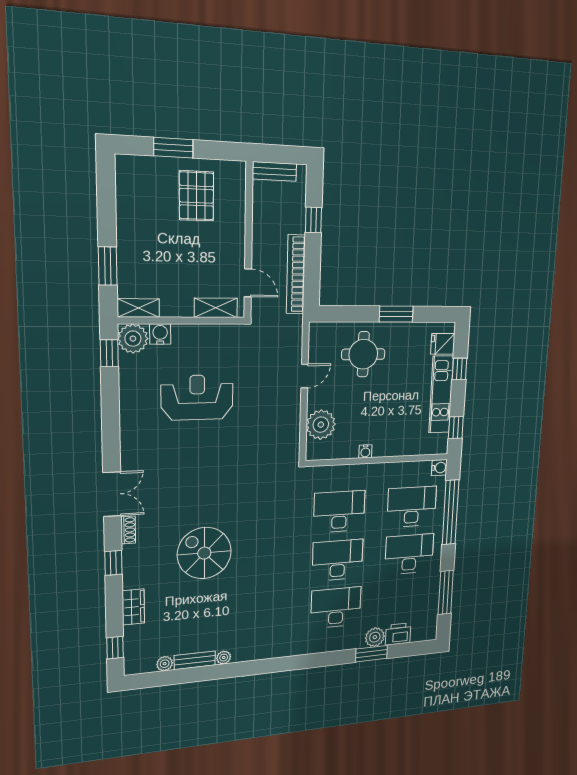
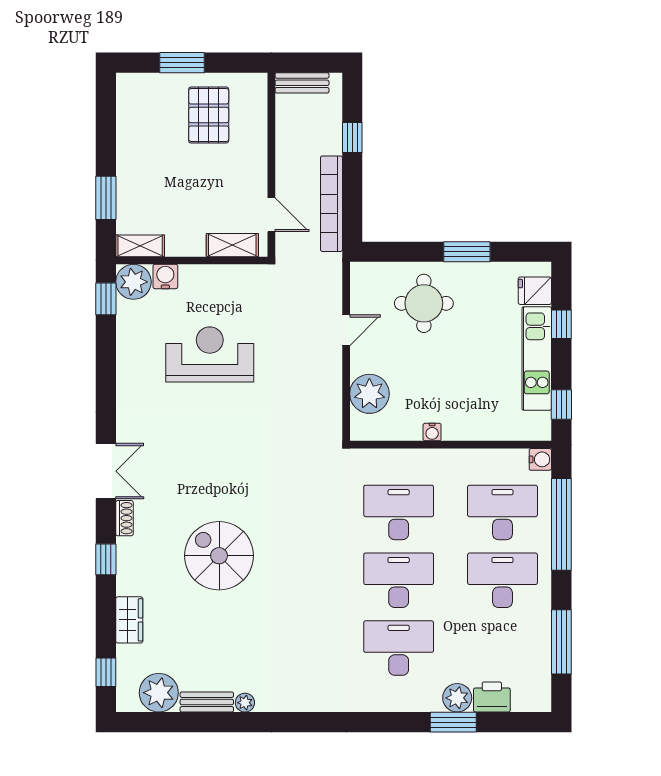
plant: (165, 664) -> (159, 693), width x1.88, depth x1.88

